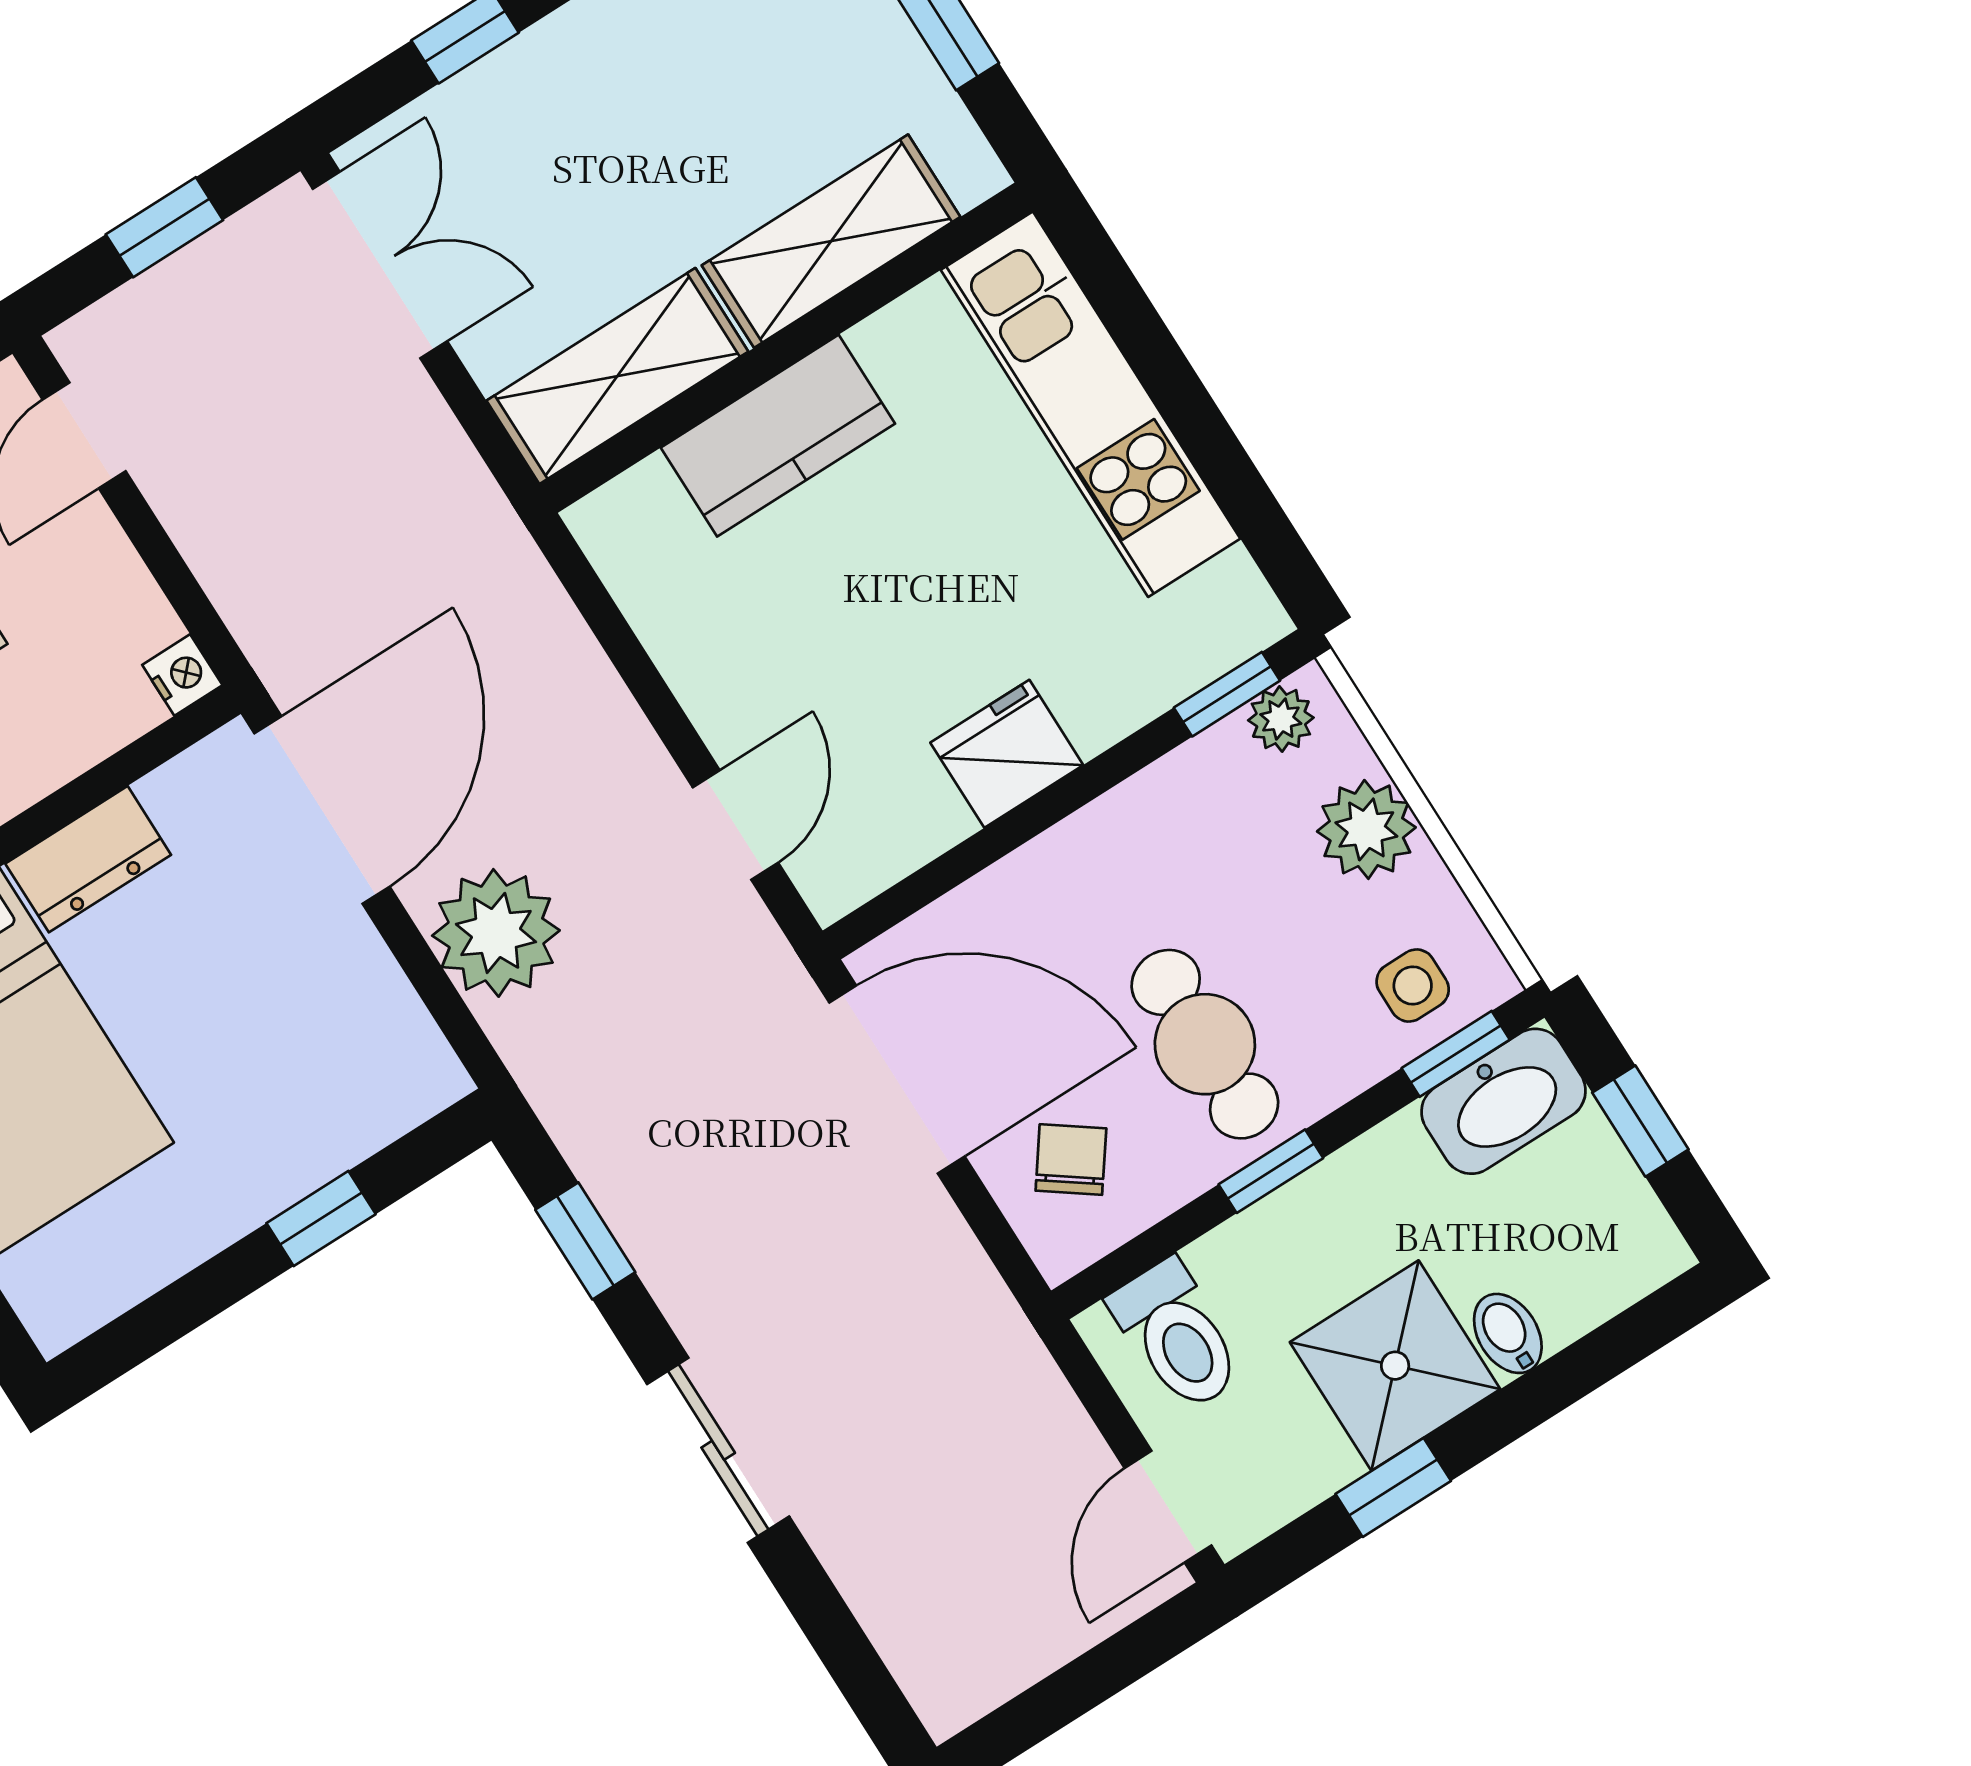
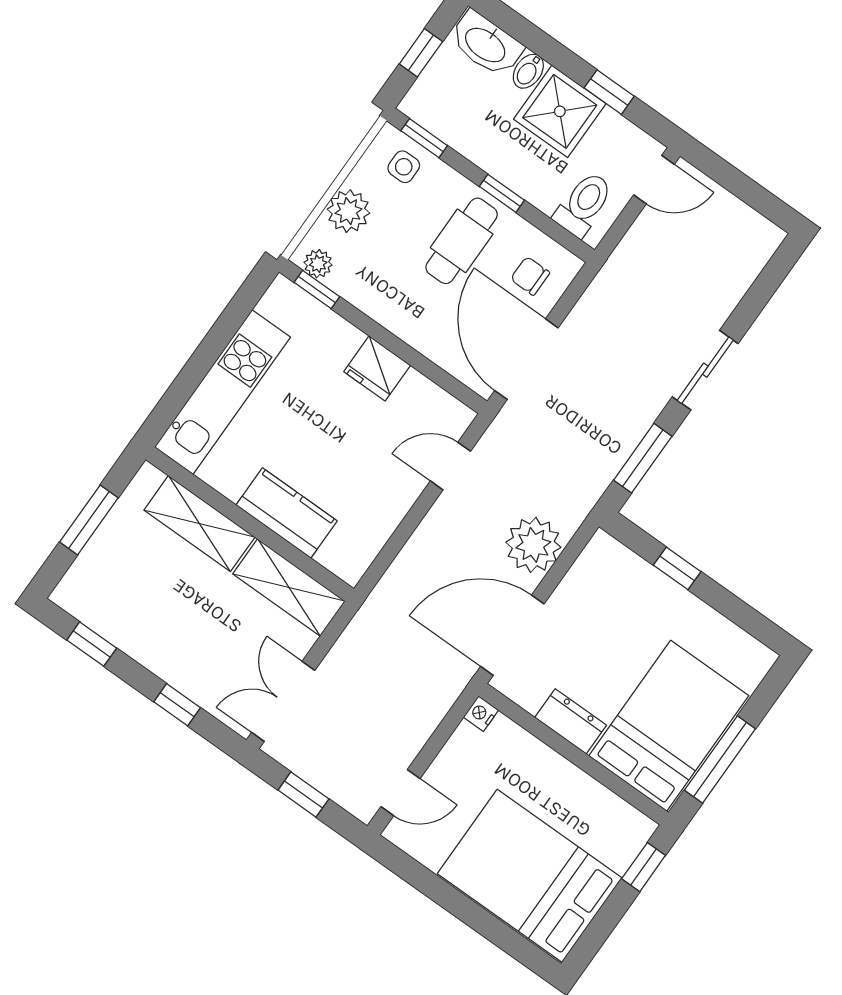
washbasin: (1503, 1101) -> (486, 44), moved, turned 180
chair: (1071, 1160) -> (530, 276), turned 54
window: (585, 1241) -> (643, 458), width x1.50

